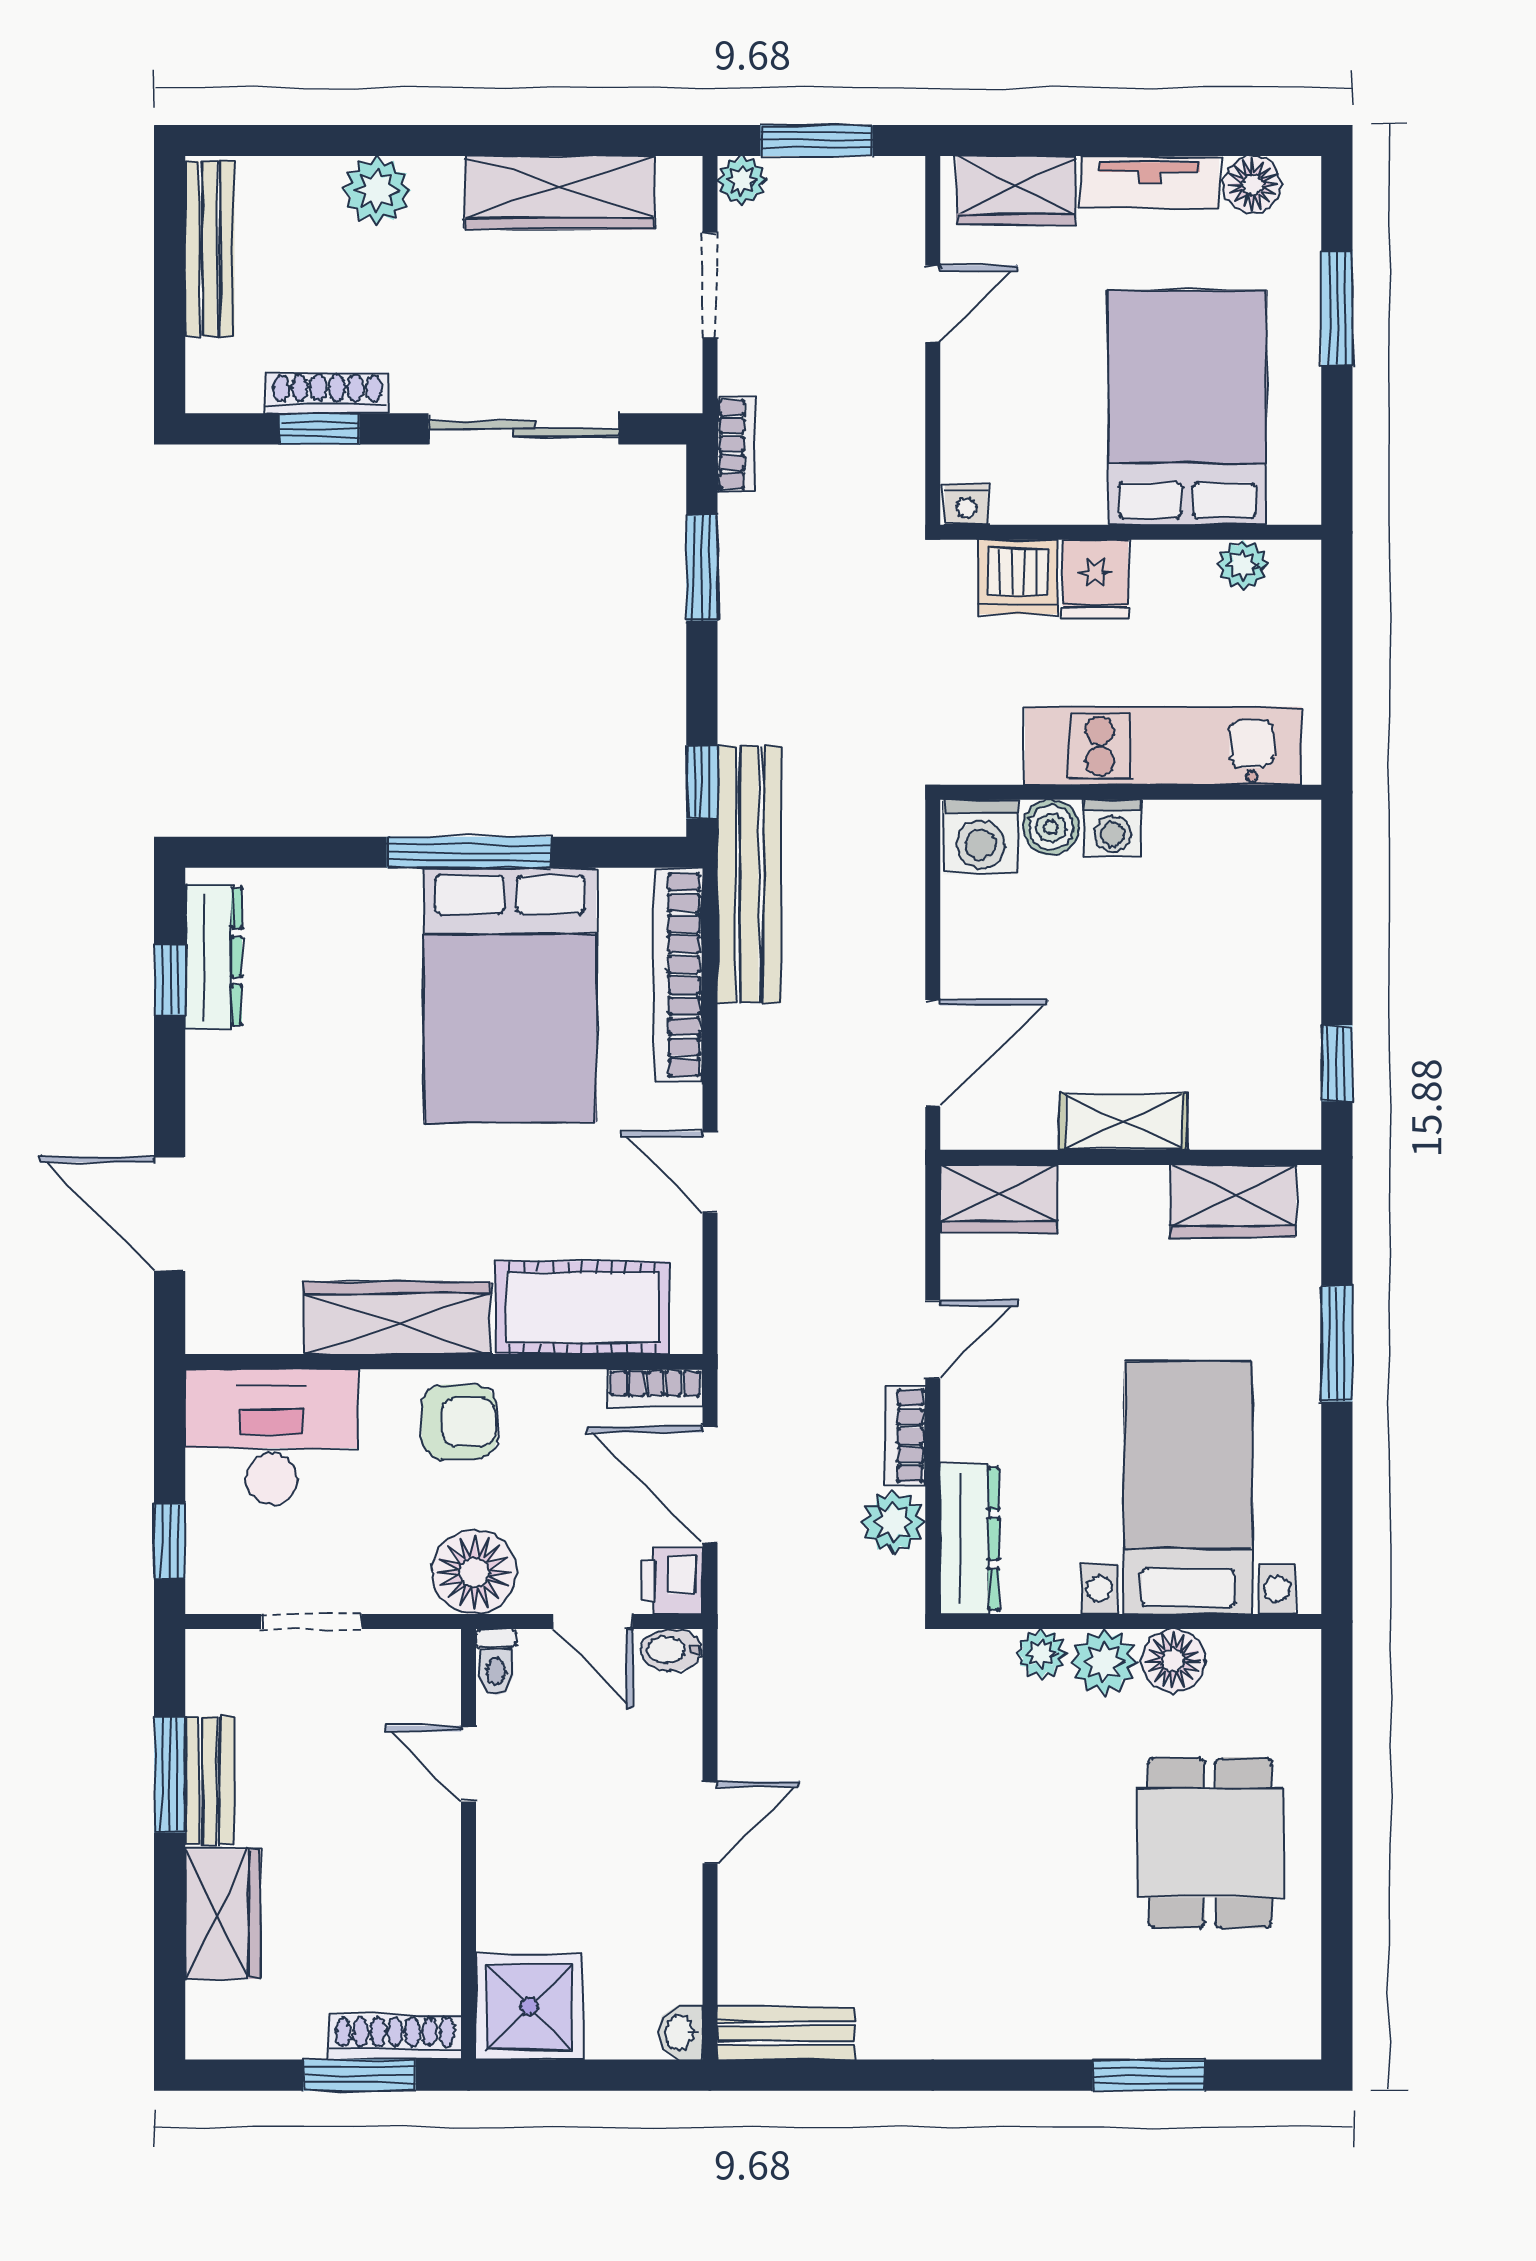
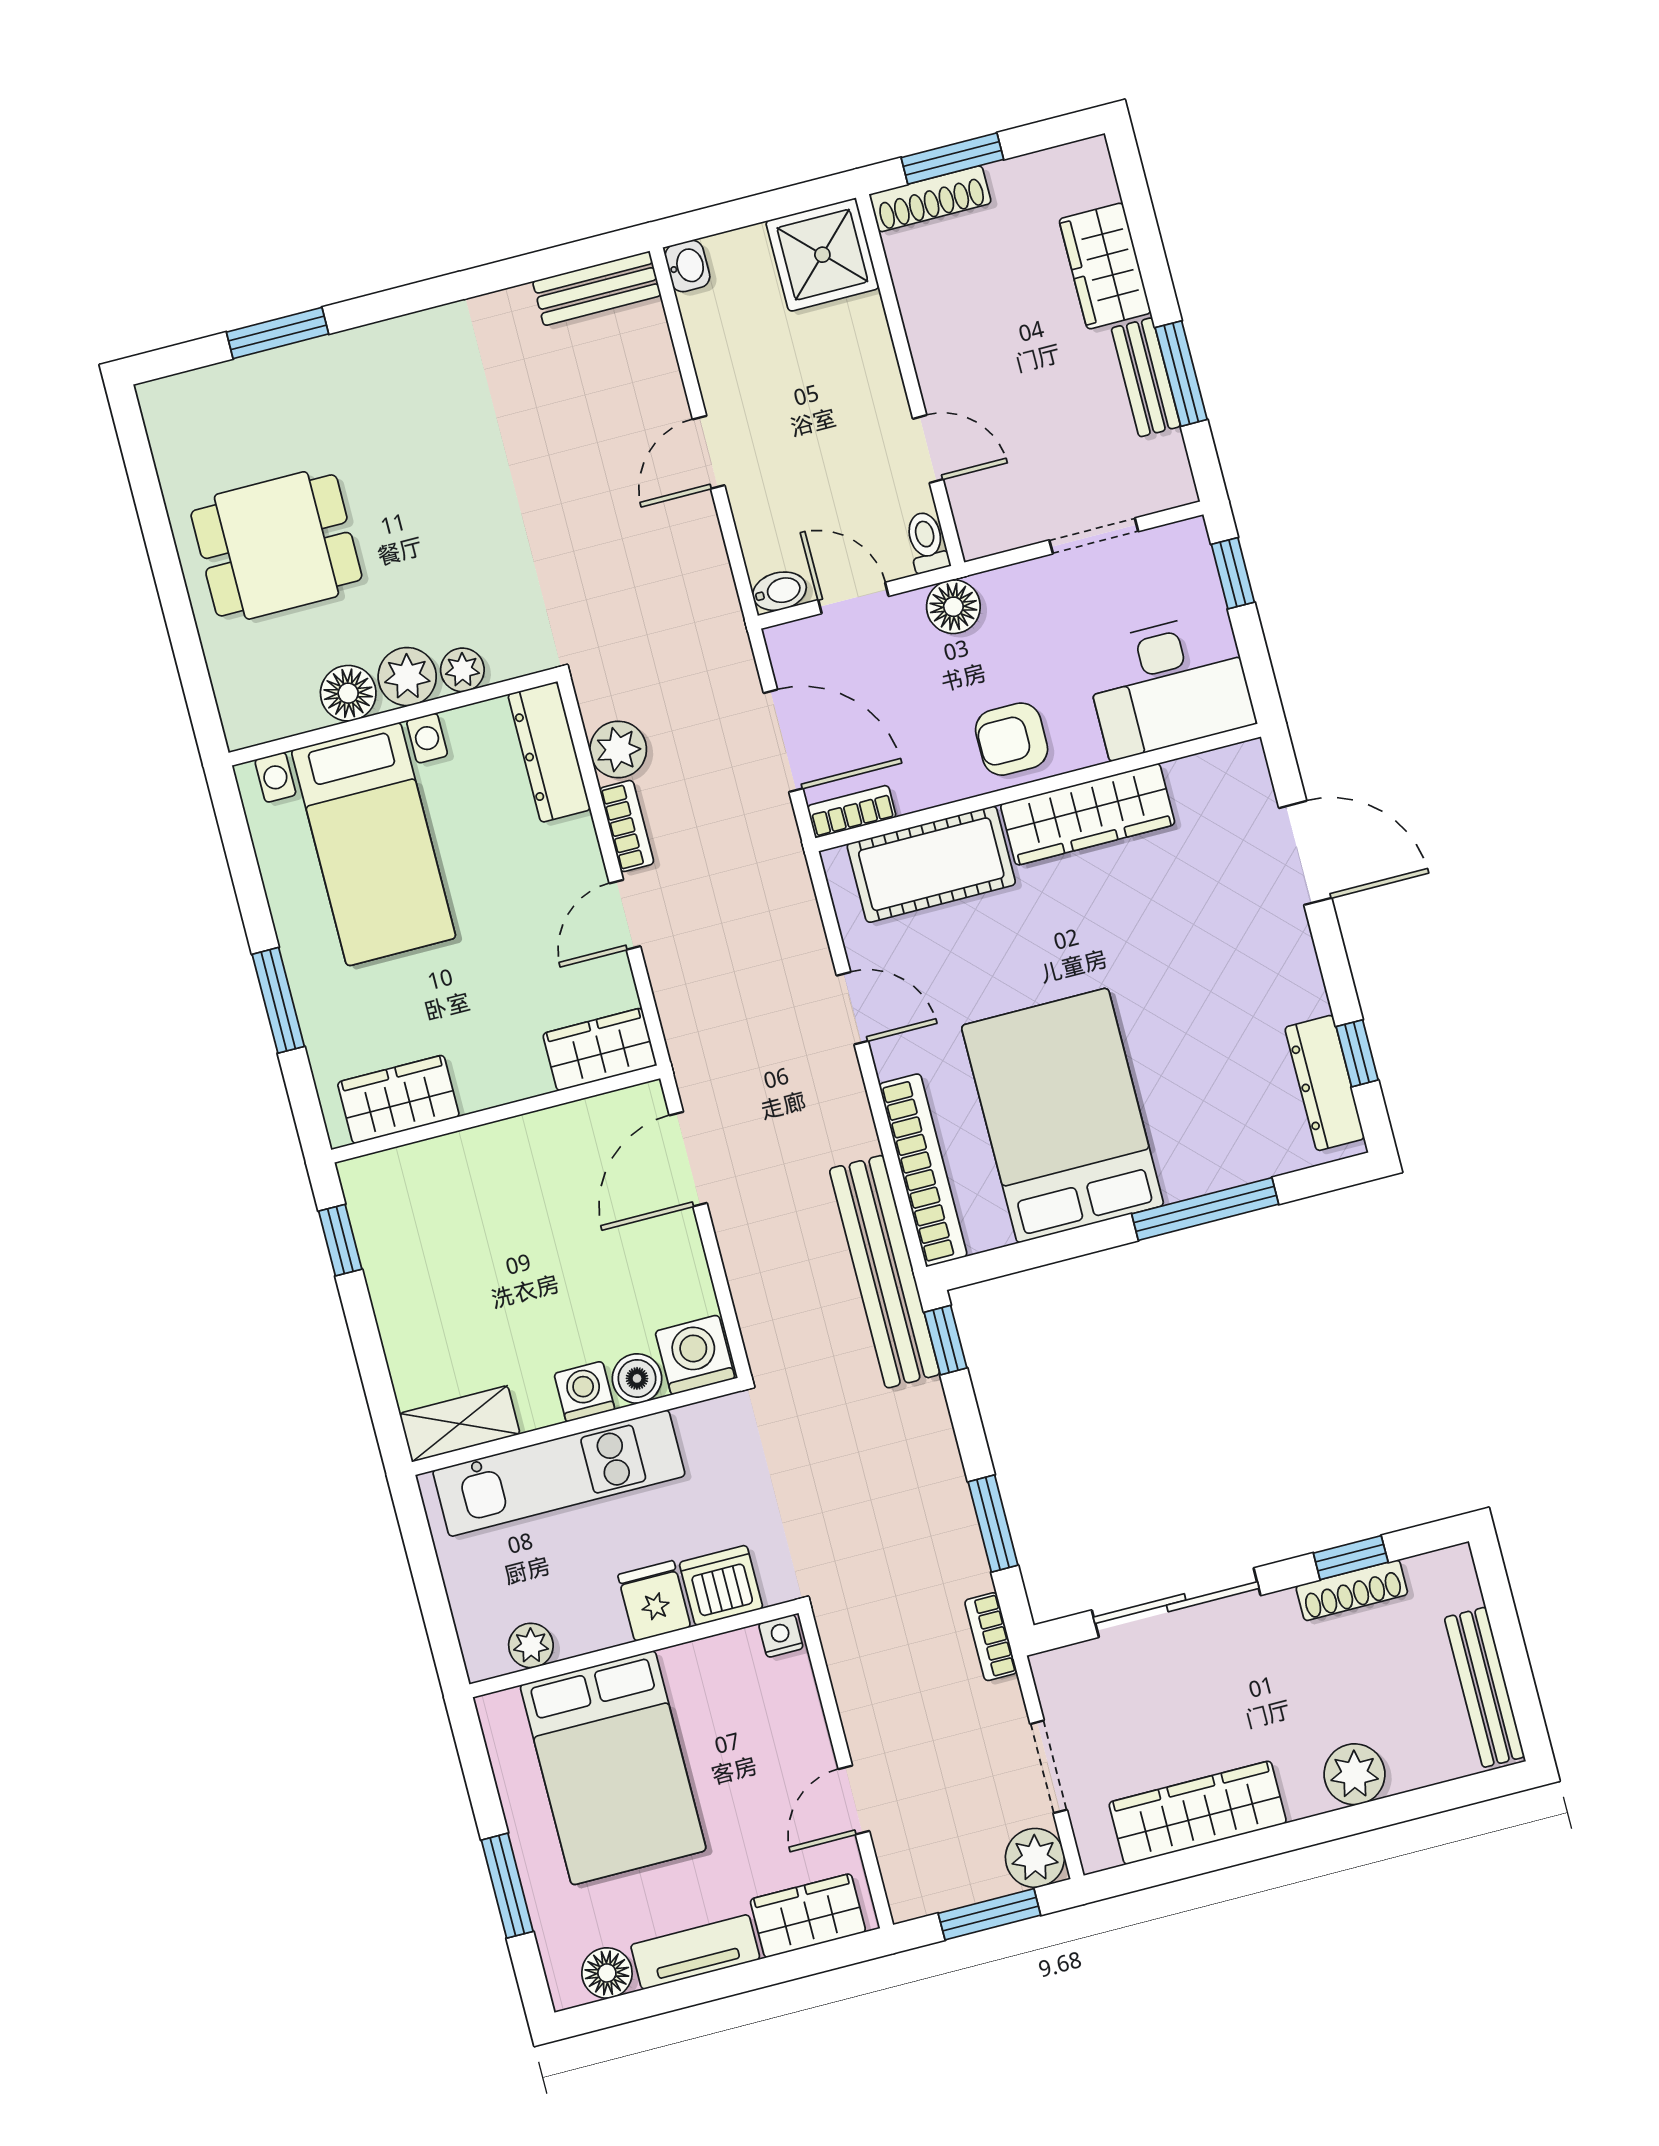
plant: (742, 180) -> (1035, 1858), width x1.38, depth x1.38
window: (469, 852) -> (1205, 1209), moved
shelving: (1123, 1121) -> (460, 1424), moved
floor lamp: (474, 1572) -> (953, 607), width x0.73, depth x0.73
printer: (672, 1581) -> (794, 651), removed
dining table: (1210, 1843) -> (276, 545), turned 90

